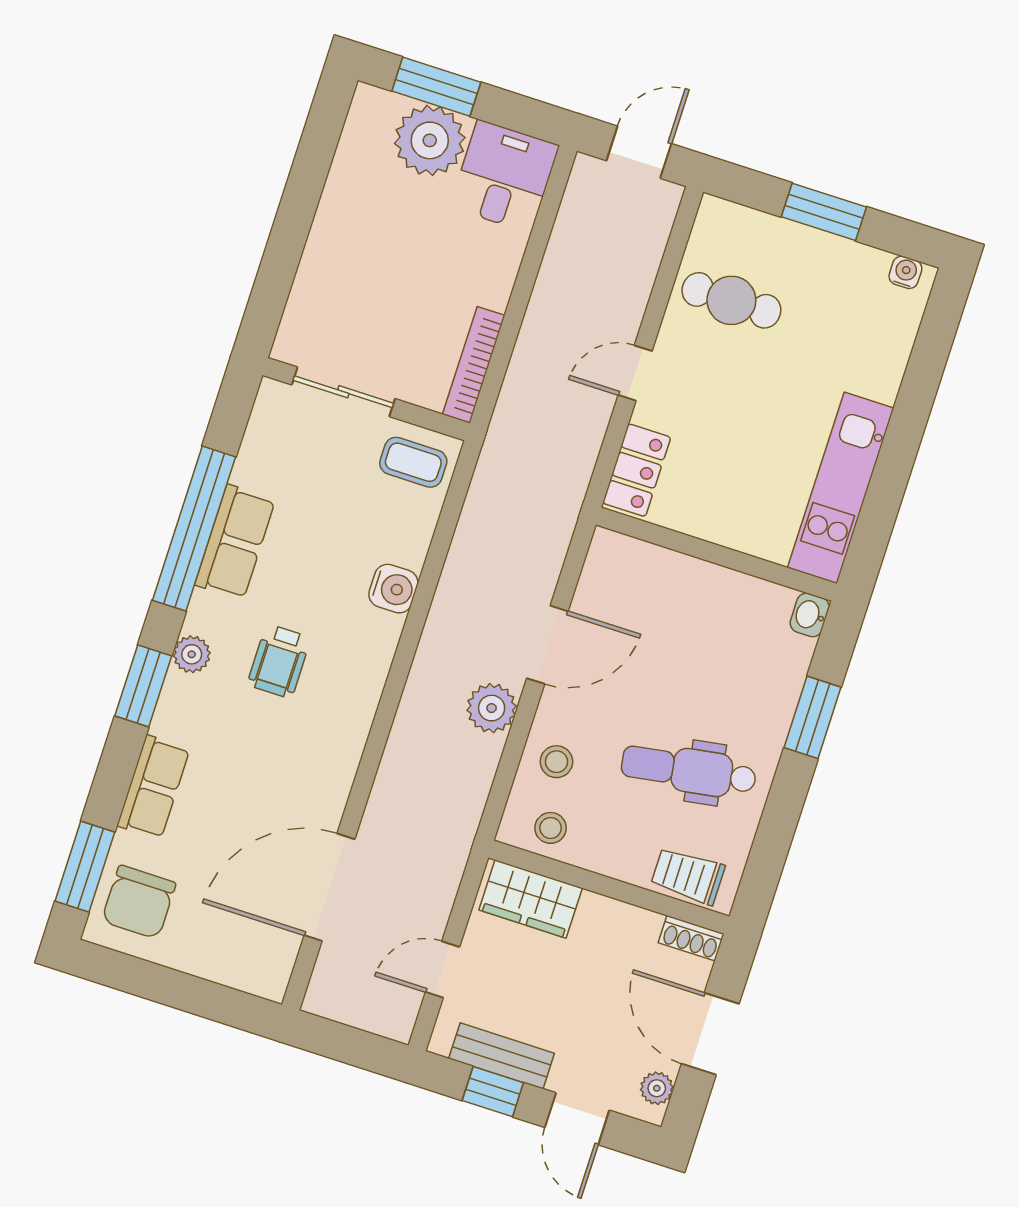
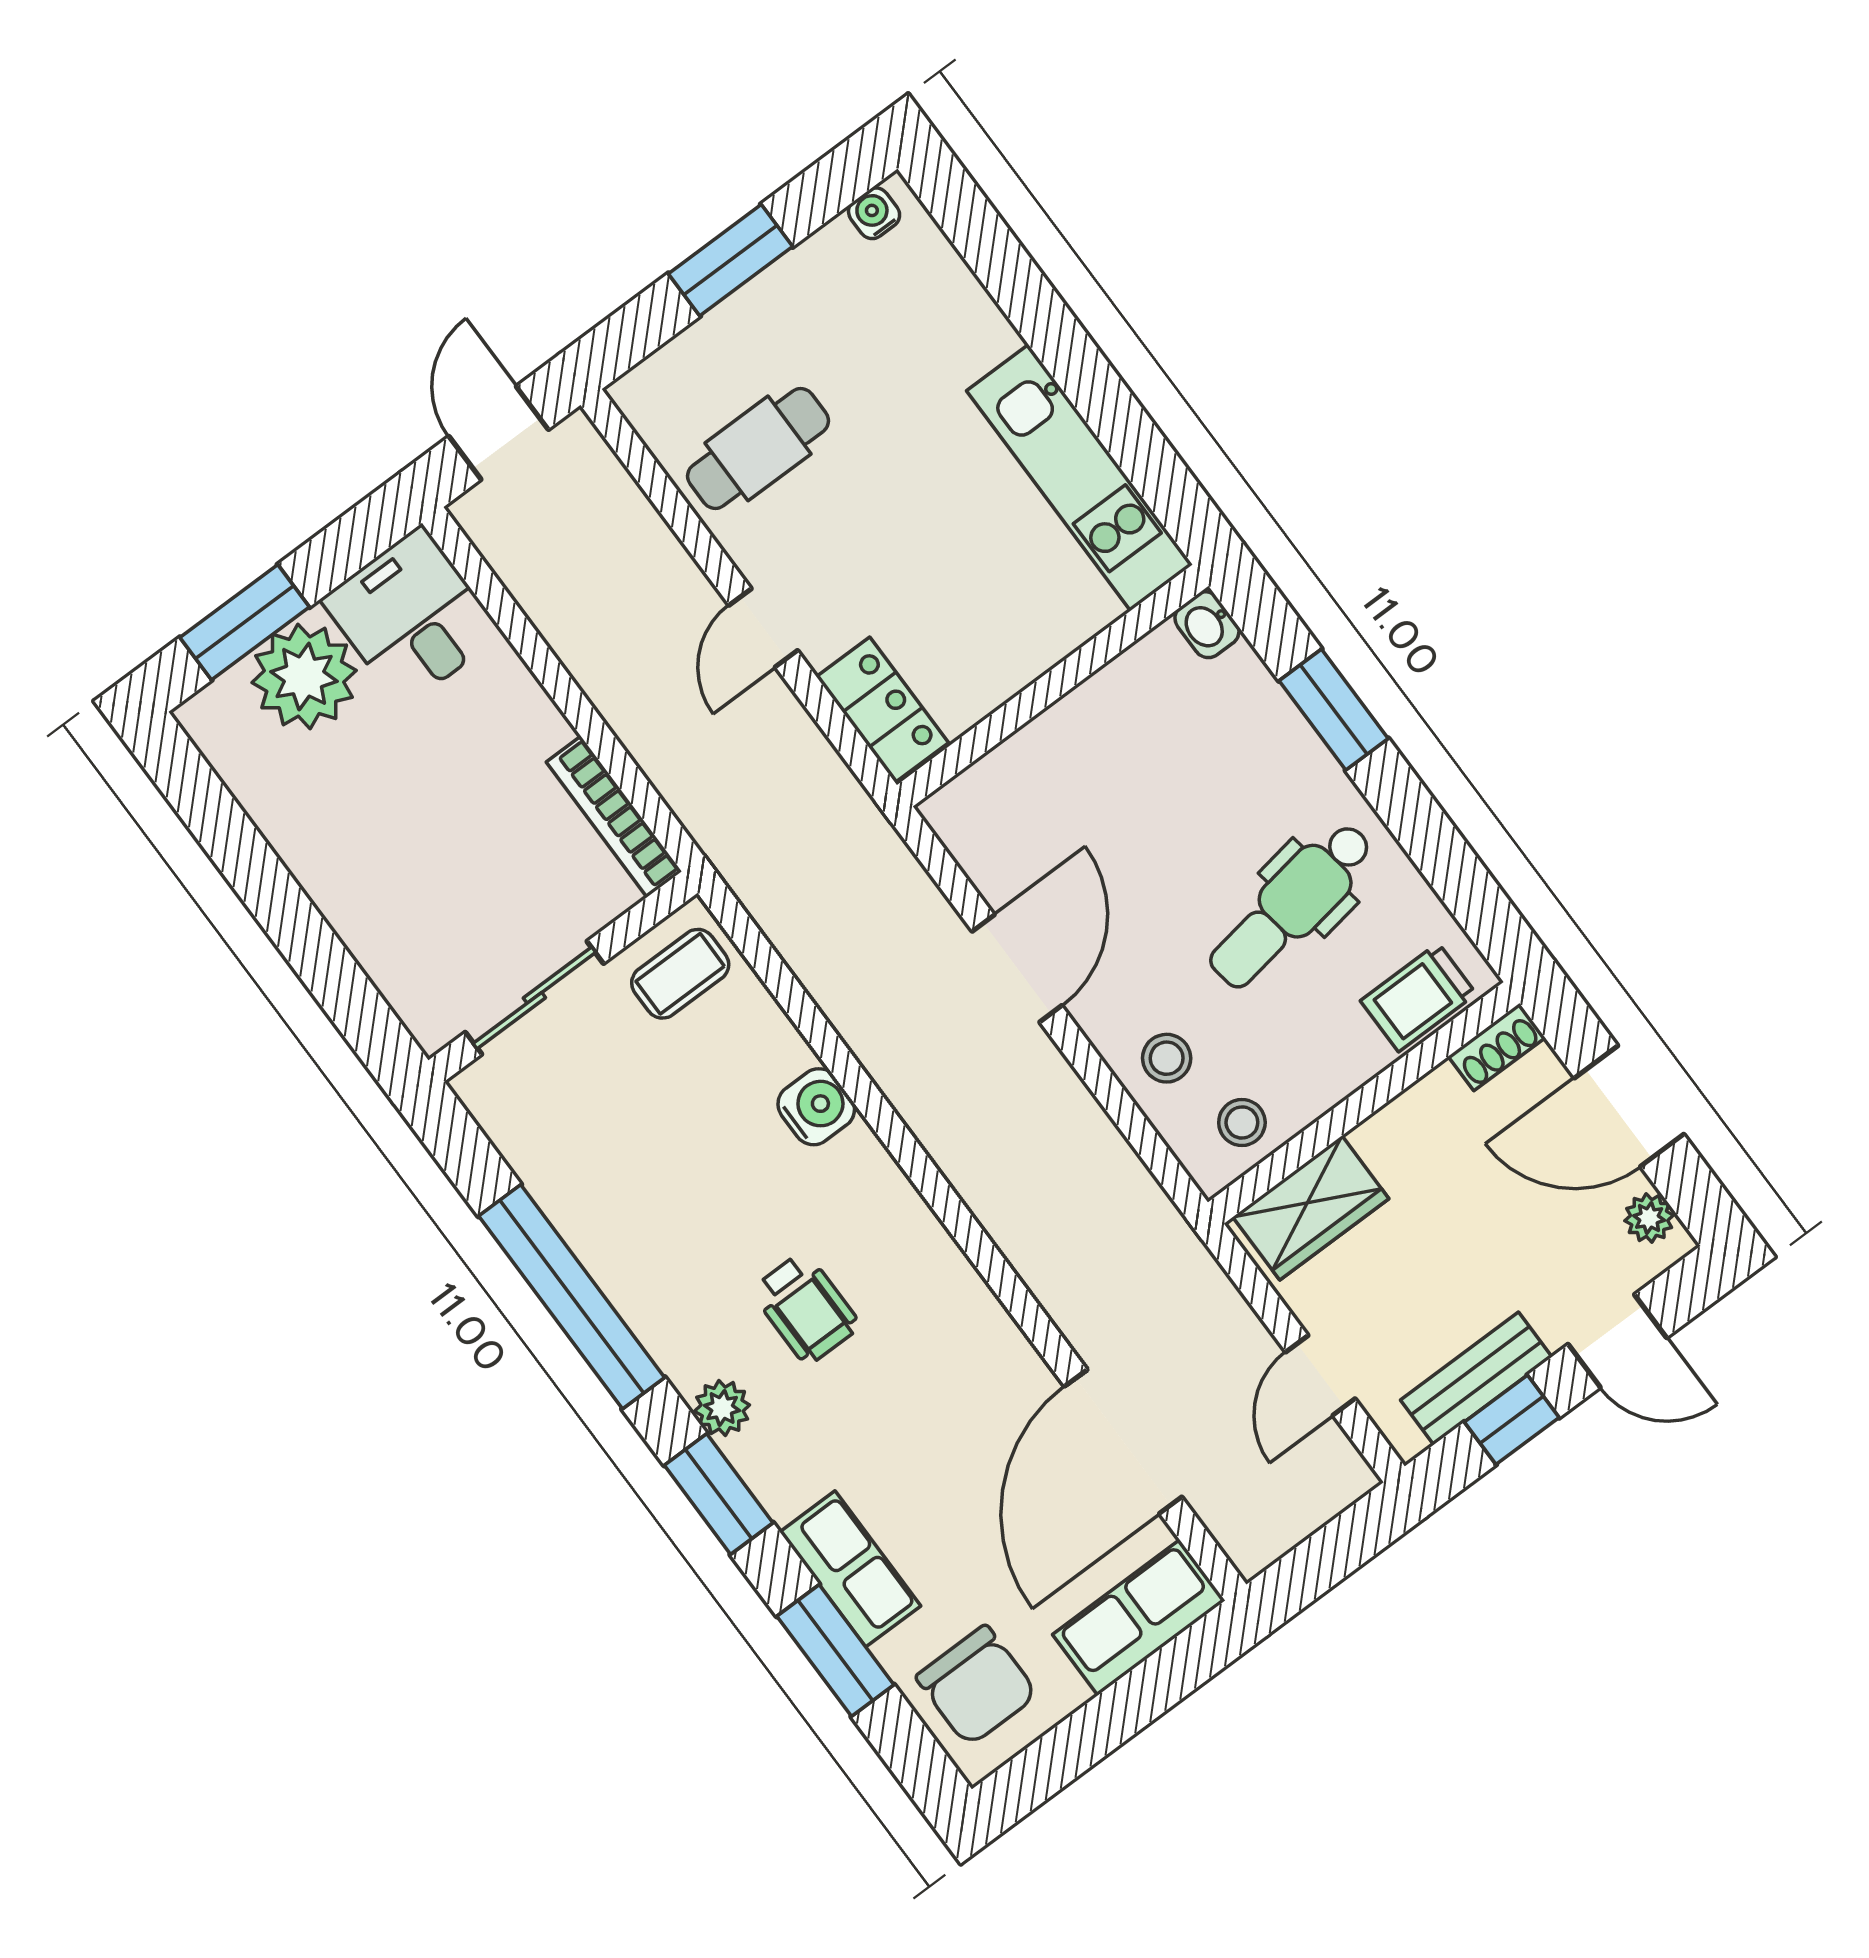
row of seats: (235, 542) -> (1139, 1617), moved, turned -90
plant: (492, 708) -> (1046, 1091), removed
window: (85, 867) -> (835, 1651), moved

